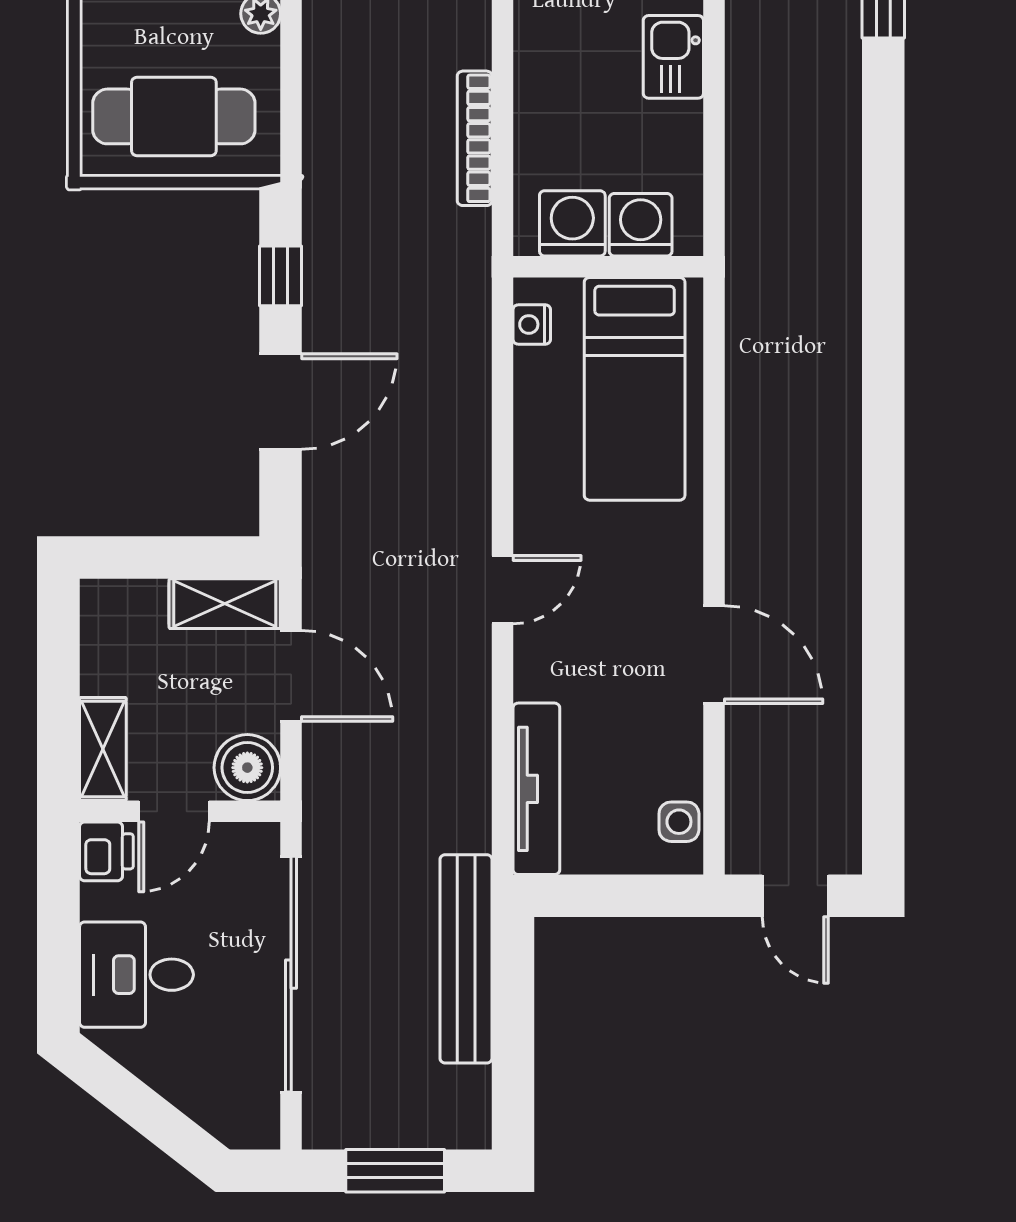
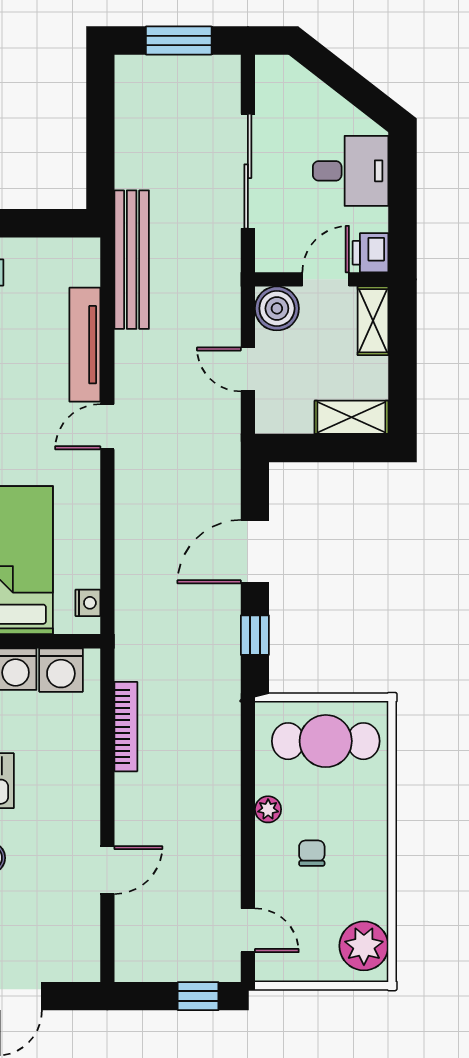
shelving: (225, 604) -> (351, 417), moved
door: (291, 676) -> (248, 369), width x0.73
tv unit: (536, 789) -> (85, 345), moved
bench: (466, 959) -> (132, 260), moved
sliding door: (291, 974) -> (248, 171), width x0.73

